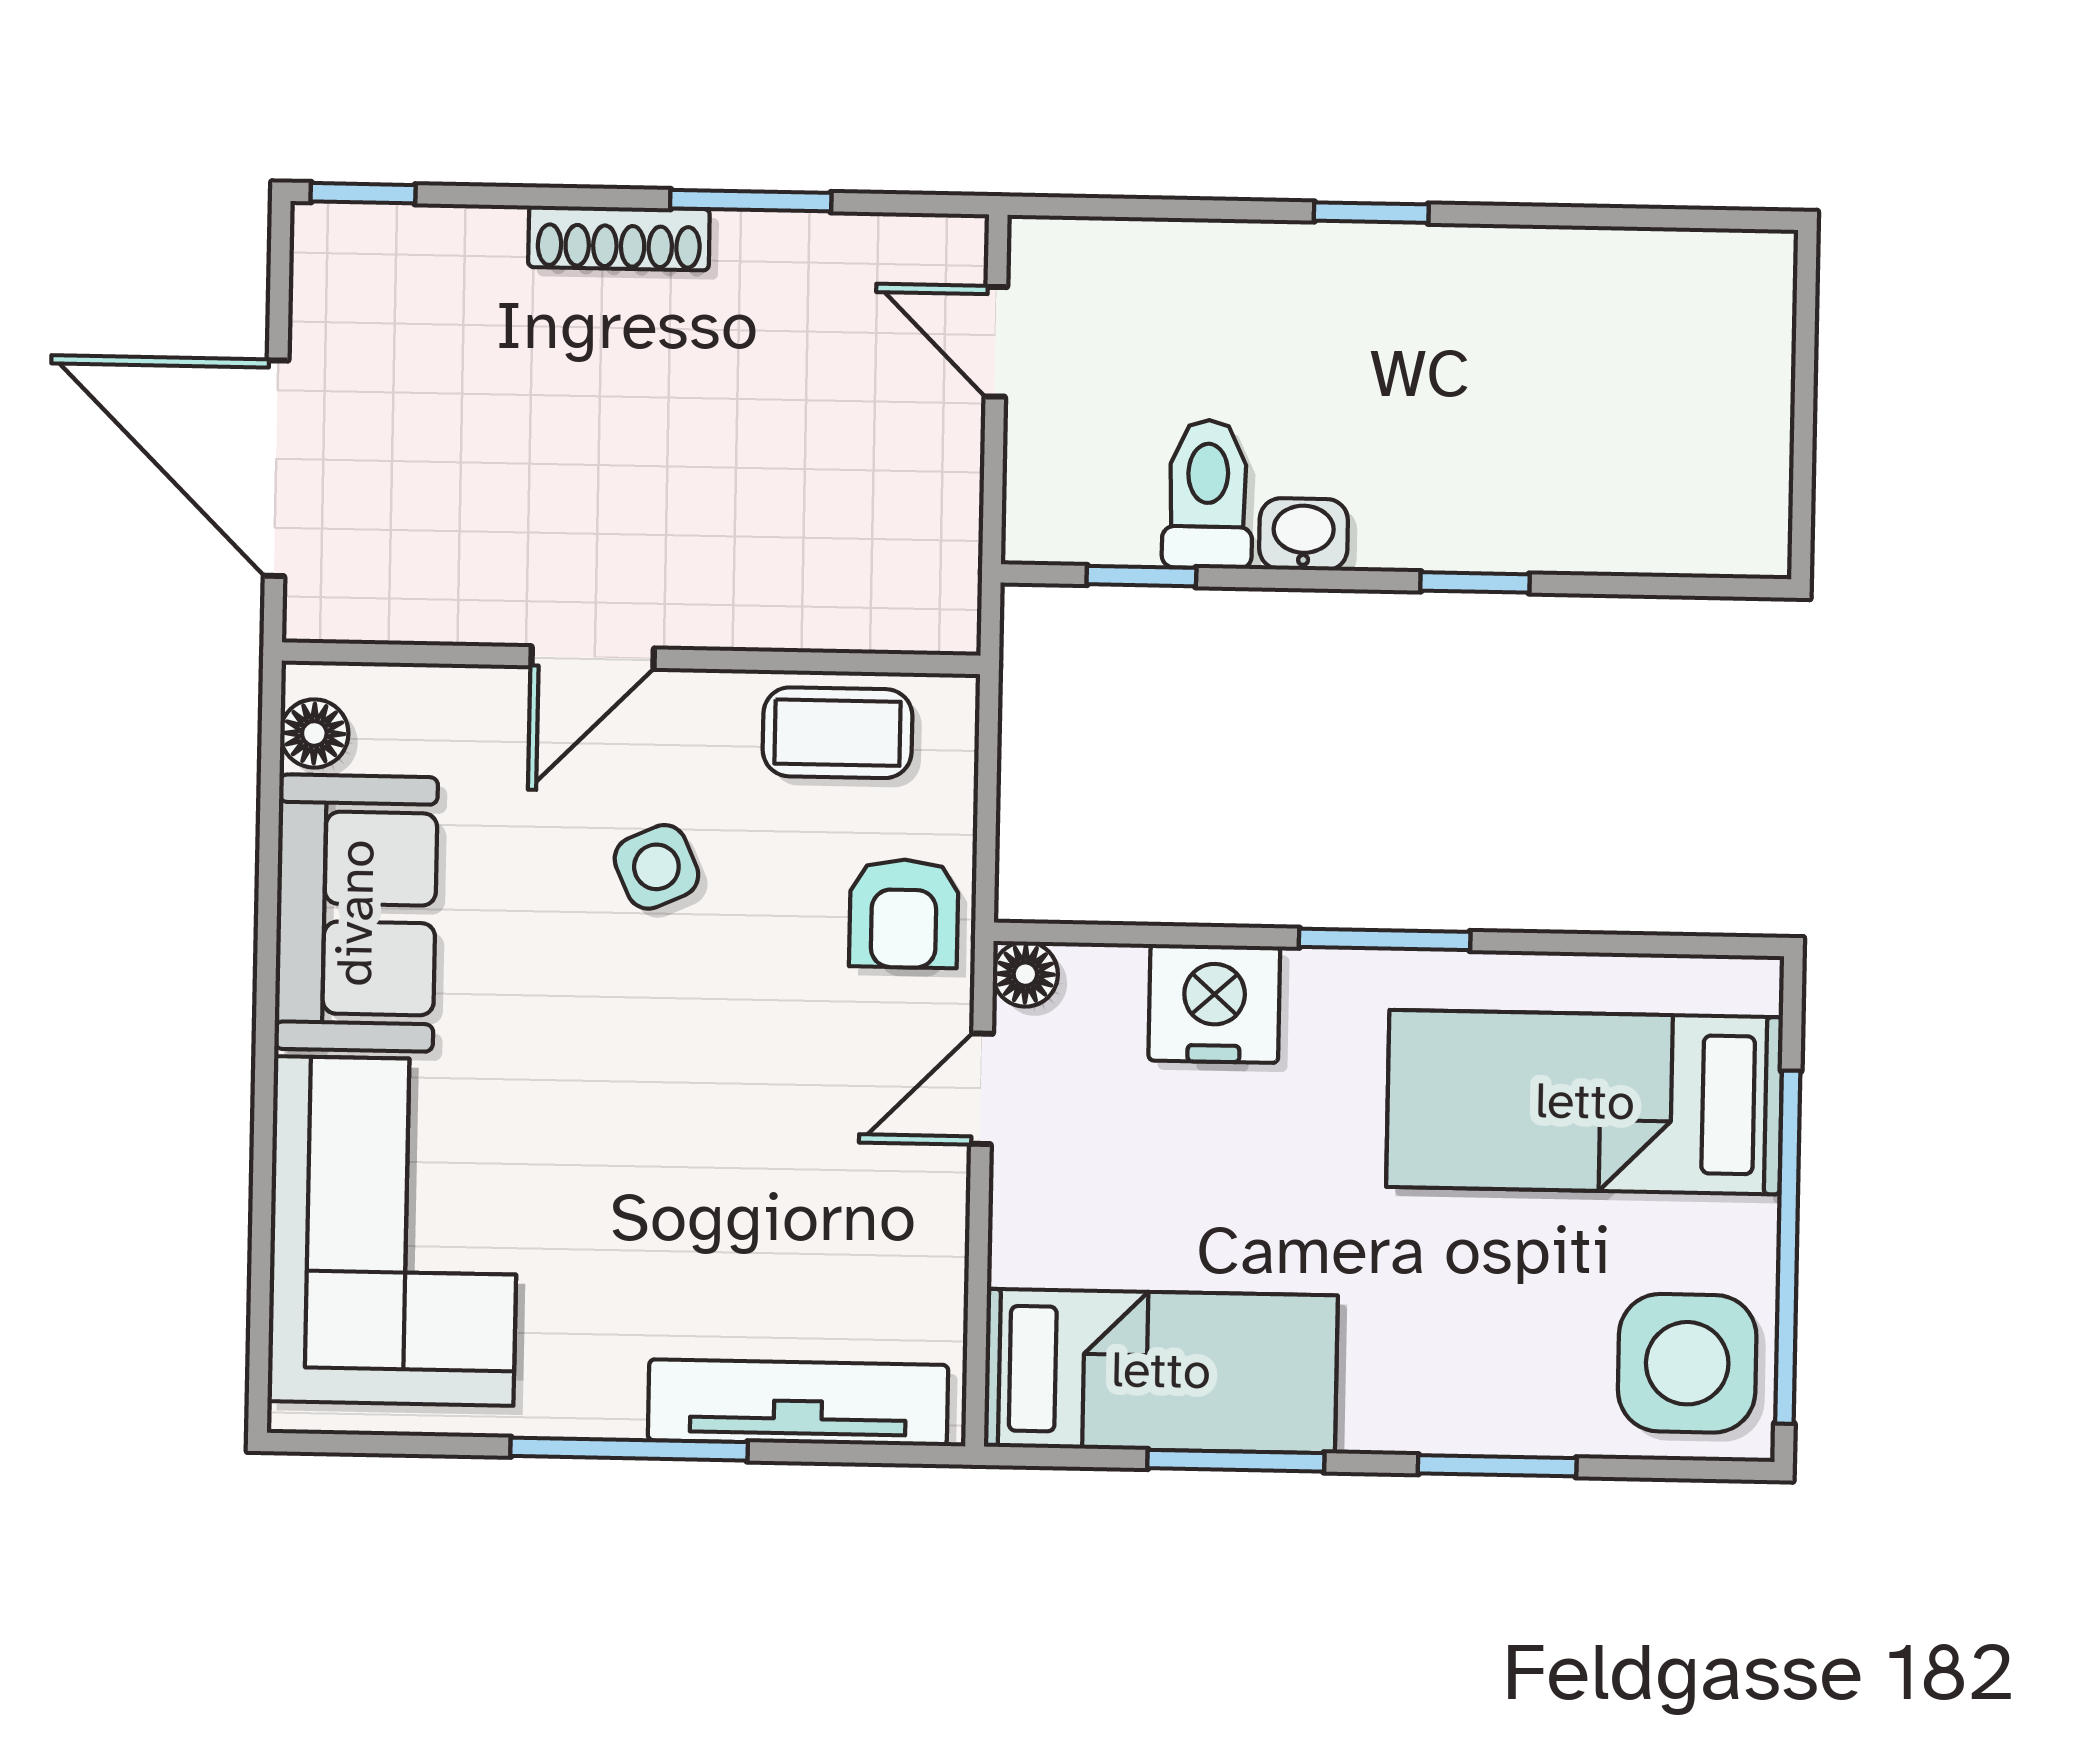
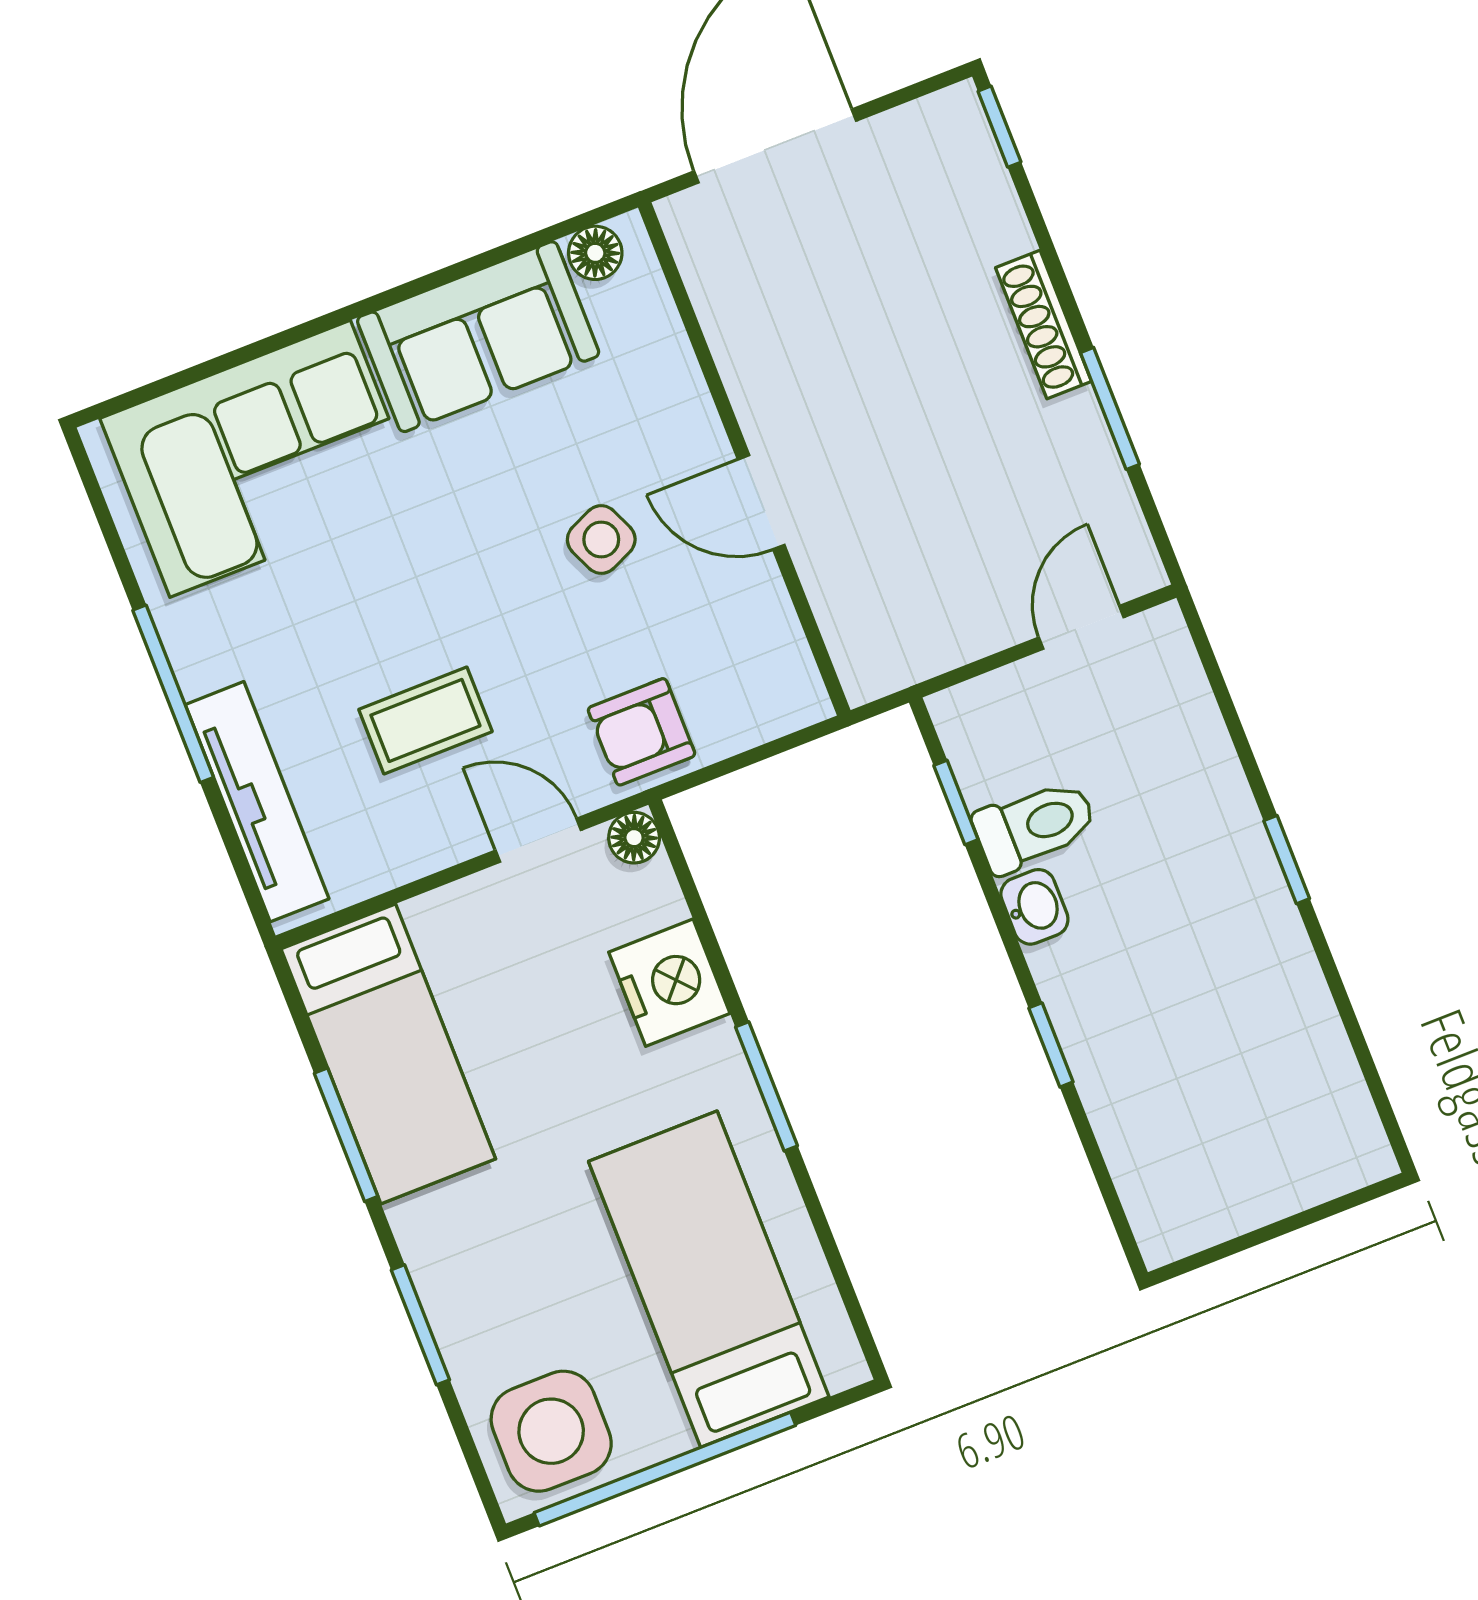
door: (593, 657) -> (761, 502), moved
coffee table: (838, 733) -> (425, 720), moved, turned 90

